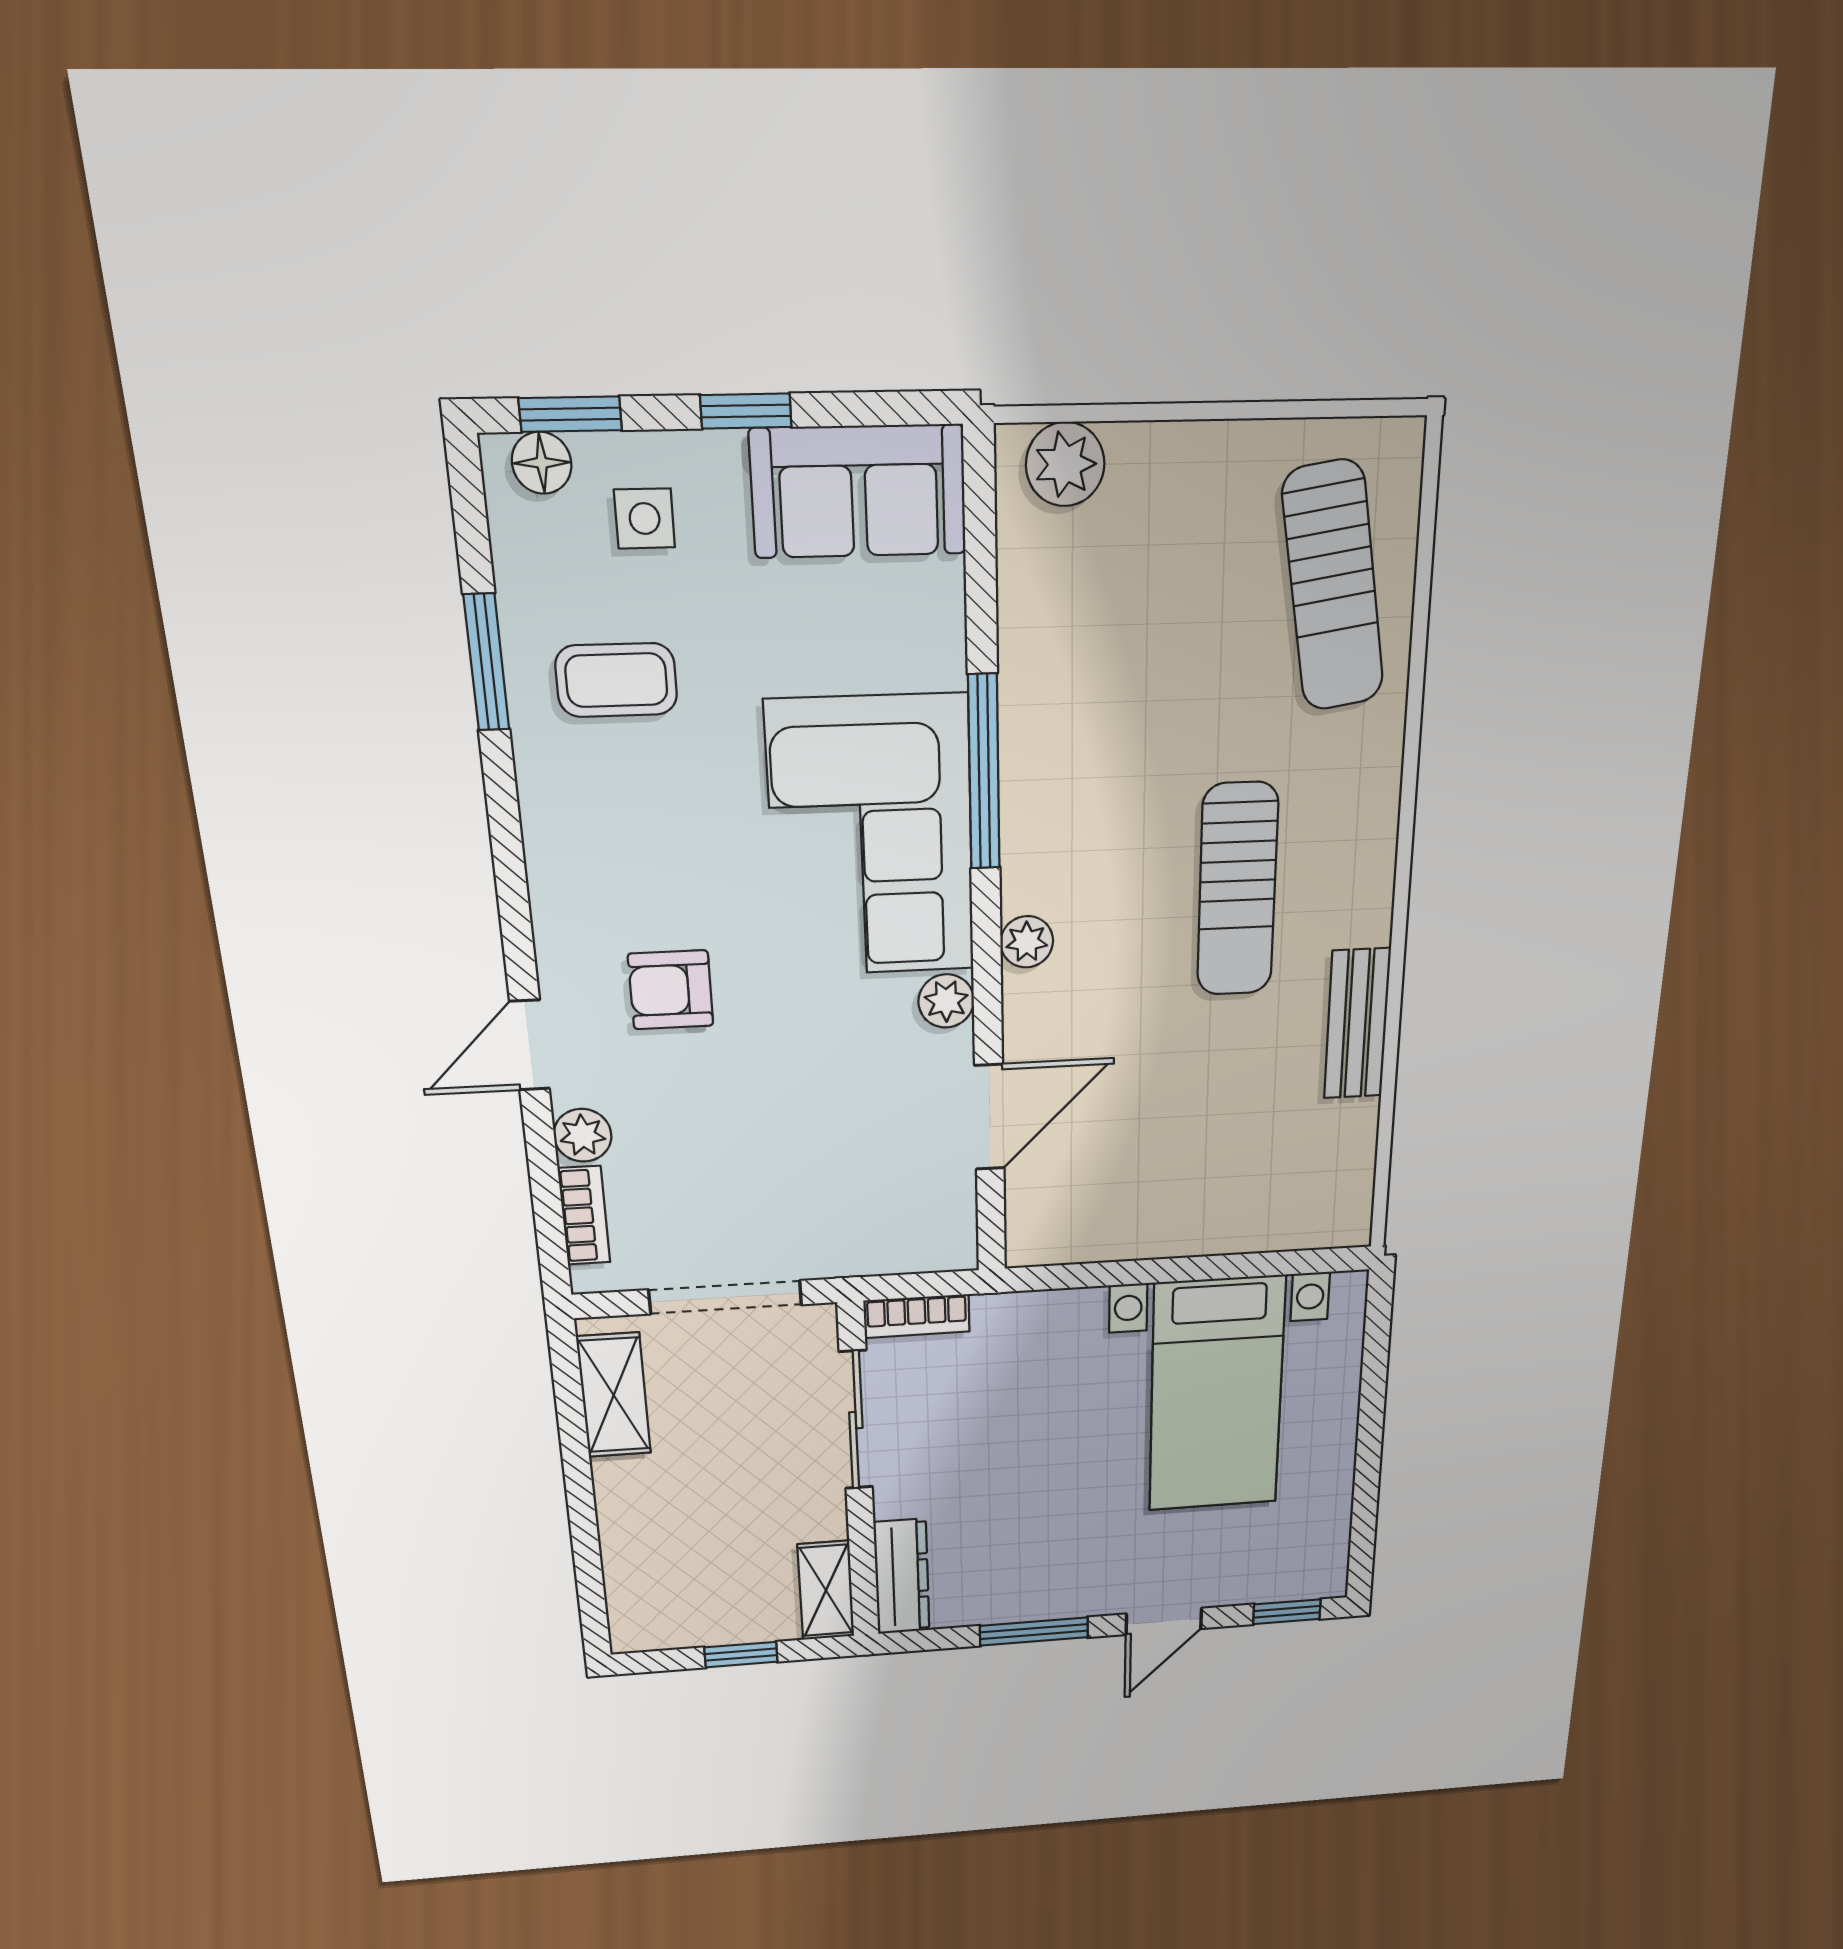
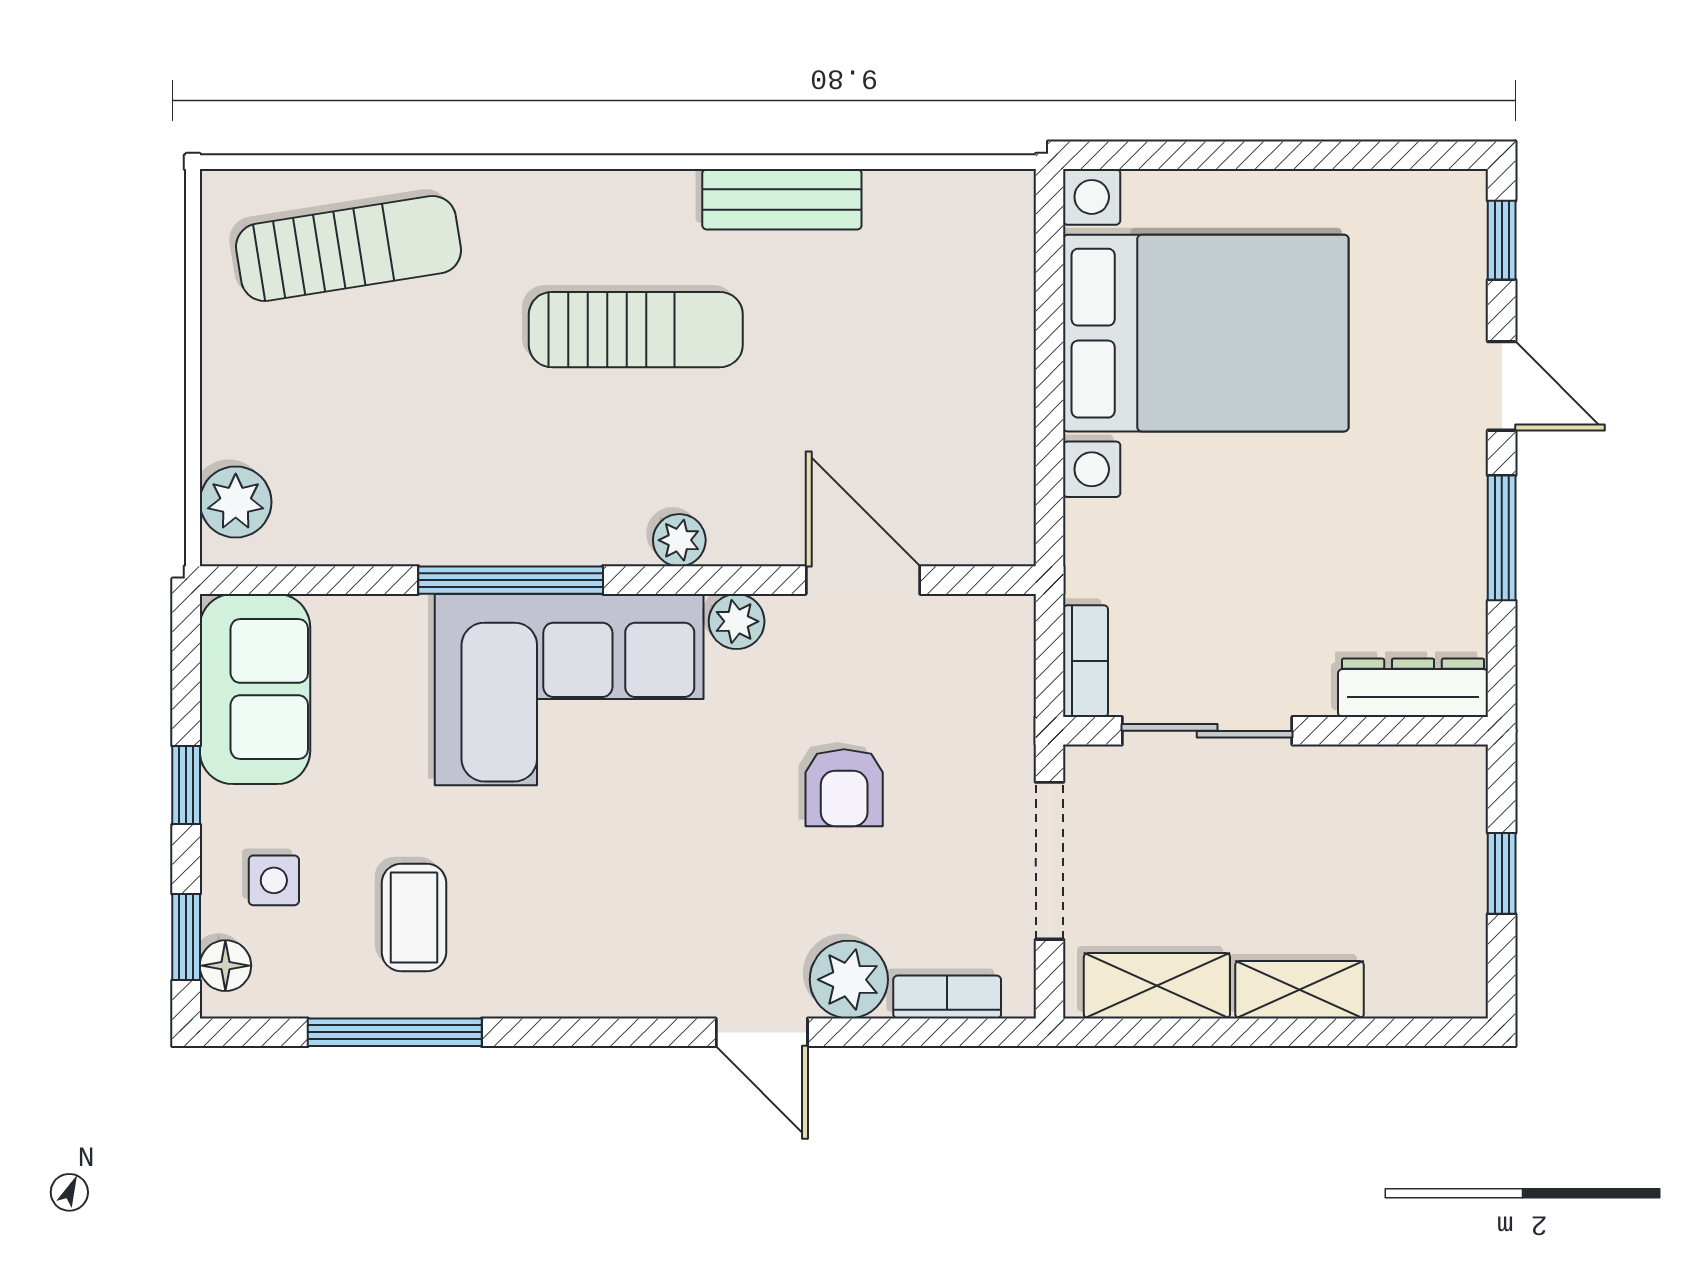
window: (486, 662) -> (395, 1032), width x1.44
armchair: (671, 990) -> (844, 788), moved
plant: (583, 1135) -> (849, 980), width x1.38, depth x1.38
bed with nightstands: (1216, 1395) -> (1206, 333), width x1.36
shelving: (826, 1590) -> (1300, 990), moved

